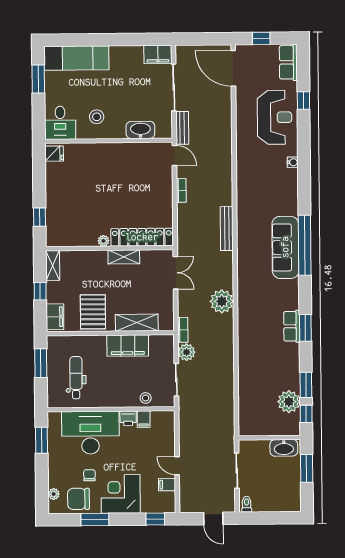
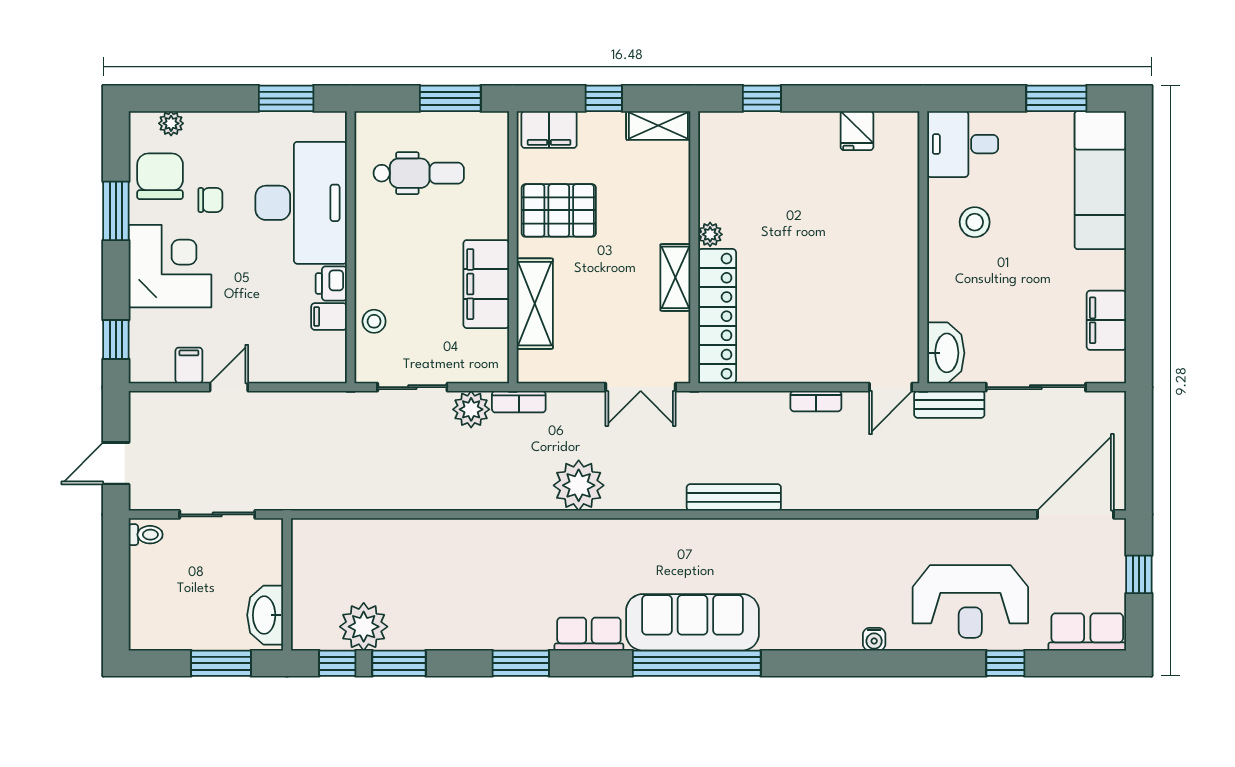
filing cabinet: (158, 54) -> (1106, 320), moved
washbasin: (140, 130) -> (946, 353), moved
fridge: (54, 154) -> (857, 131), moved
row of seats: (292, 326) -> (589, 634), moved

